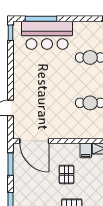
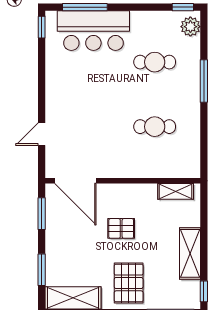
filing cabinet: (86, 150) -> (148, 194), removed
pallet: (67, 174) -> (121, 228), turned 90

